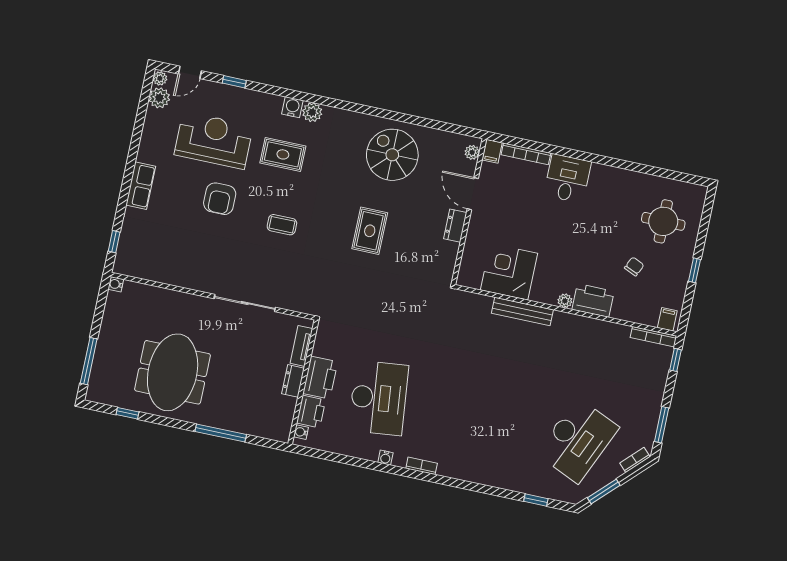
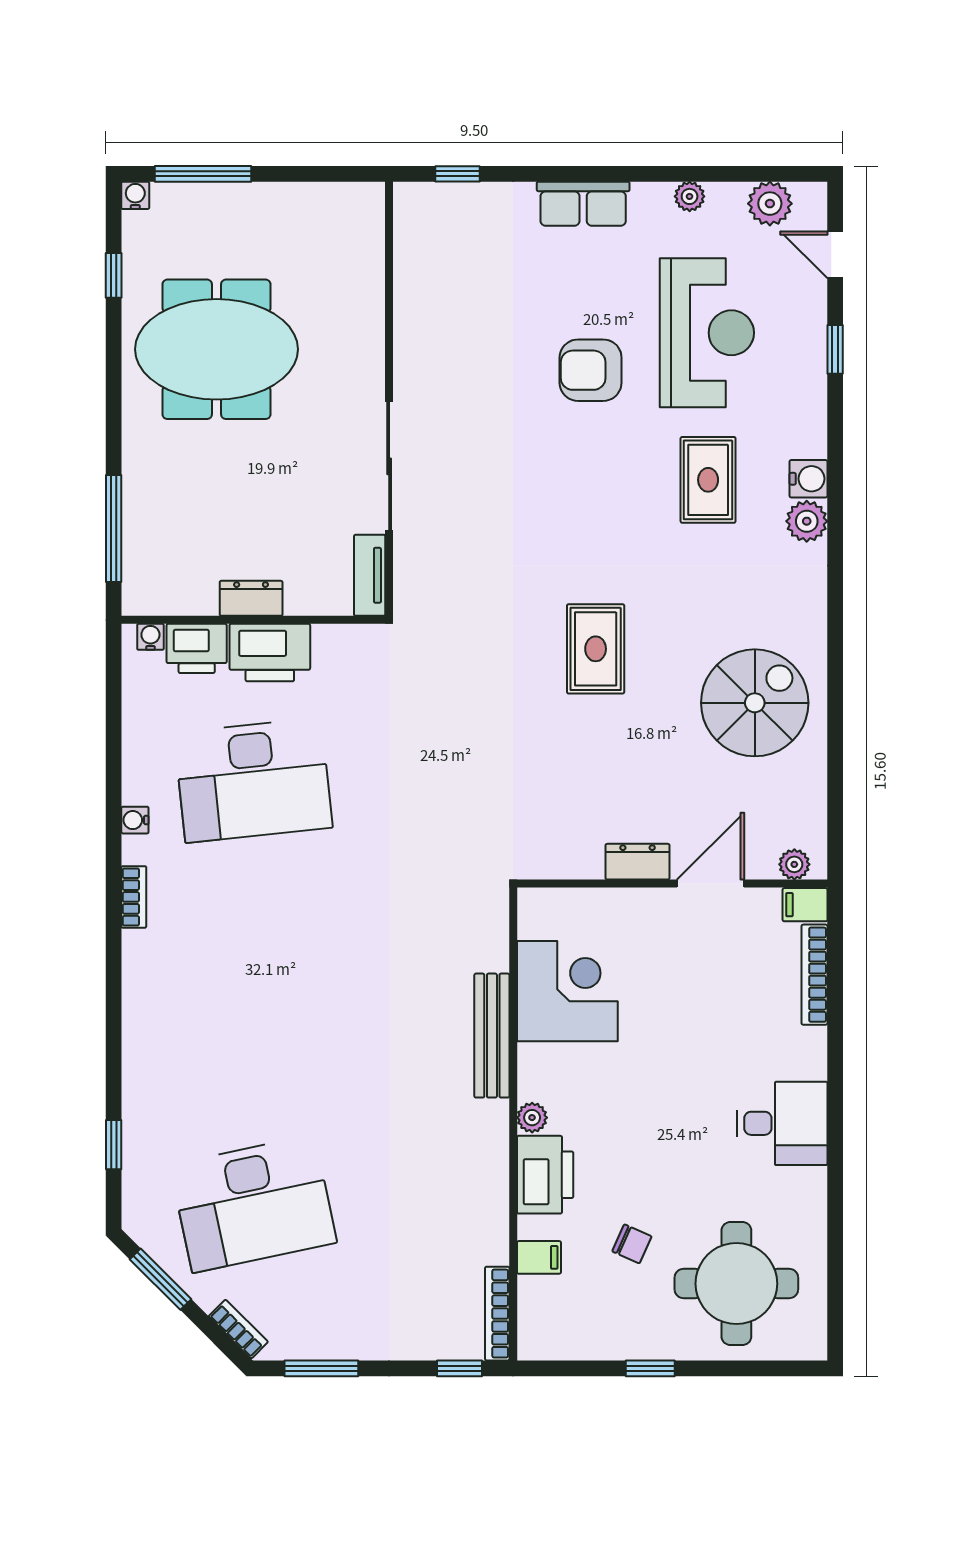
plant: (160, 78) -> (690, 196), moved
desk: (567, 179) -> (782, 1123), moved
round table: (663, 221) -> (736, 1284), width x1.36, depth x1.36
coffee table: (282, 225) -> (565, 508), removed
rug: (370, 231) -> (596, 649), moved, turned 90
water cooler: (116, 284) -> (135, 195), moved
filing cabinet: (667, 319) -> (539, 1257), moved
tv unit: (301, 346) -> (370, 575), moved, turned -90
window: (221, 433) -> (114, 529), moved
desk: (578, 440) -> (253, 1204), turned -36

